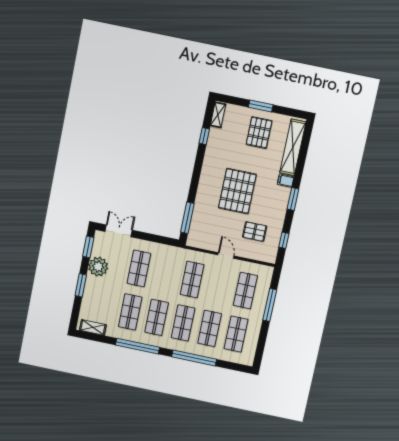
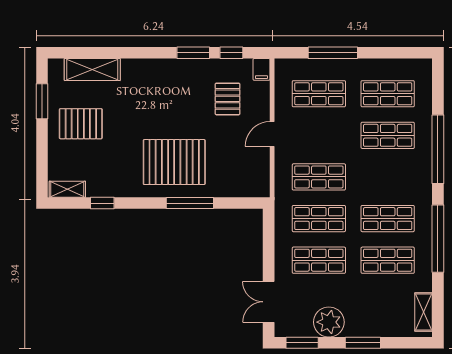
window: (261, 106) -> (42, 101), moved
shelving: (293, 147) -> (92, 70), width x0.68
filing cabinet: (286, 181) -> (261, 69), moved
pallet: (237, 191) -> (174, 162), moved
window: (293, 199) -> (193, 53), moved
window: (187, 218) -> (190, 203), moved
shop shelf: (183, 323) -> (319, 219), moved

